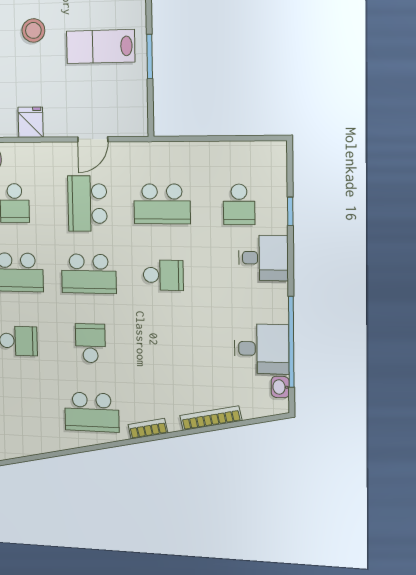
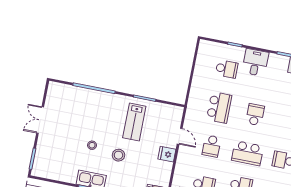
fridge: (31, 122) -> (167, 154), moved
school desk: (87, 203) -> (212, 146), width x0.54
school desk: (89, 274) -> (247, 153), turned 90

